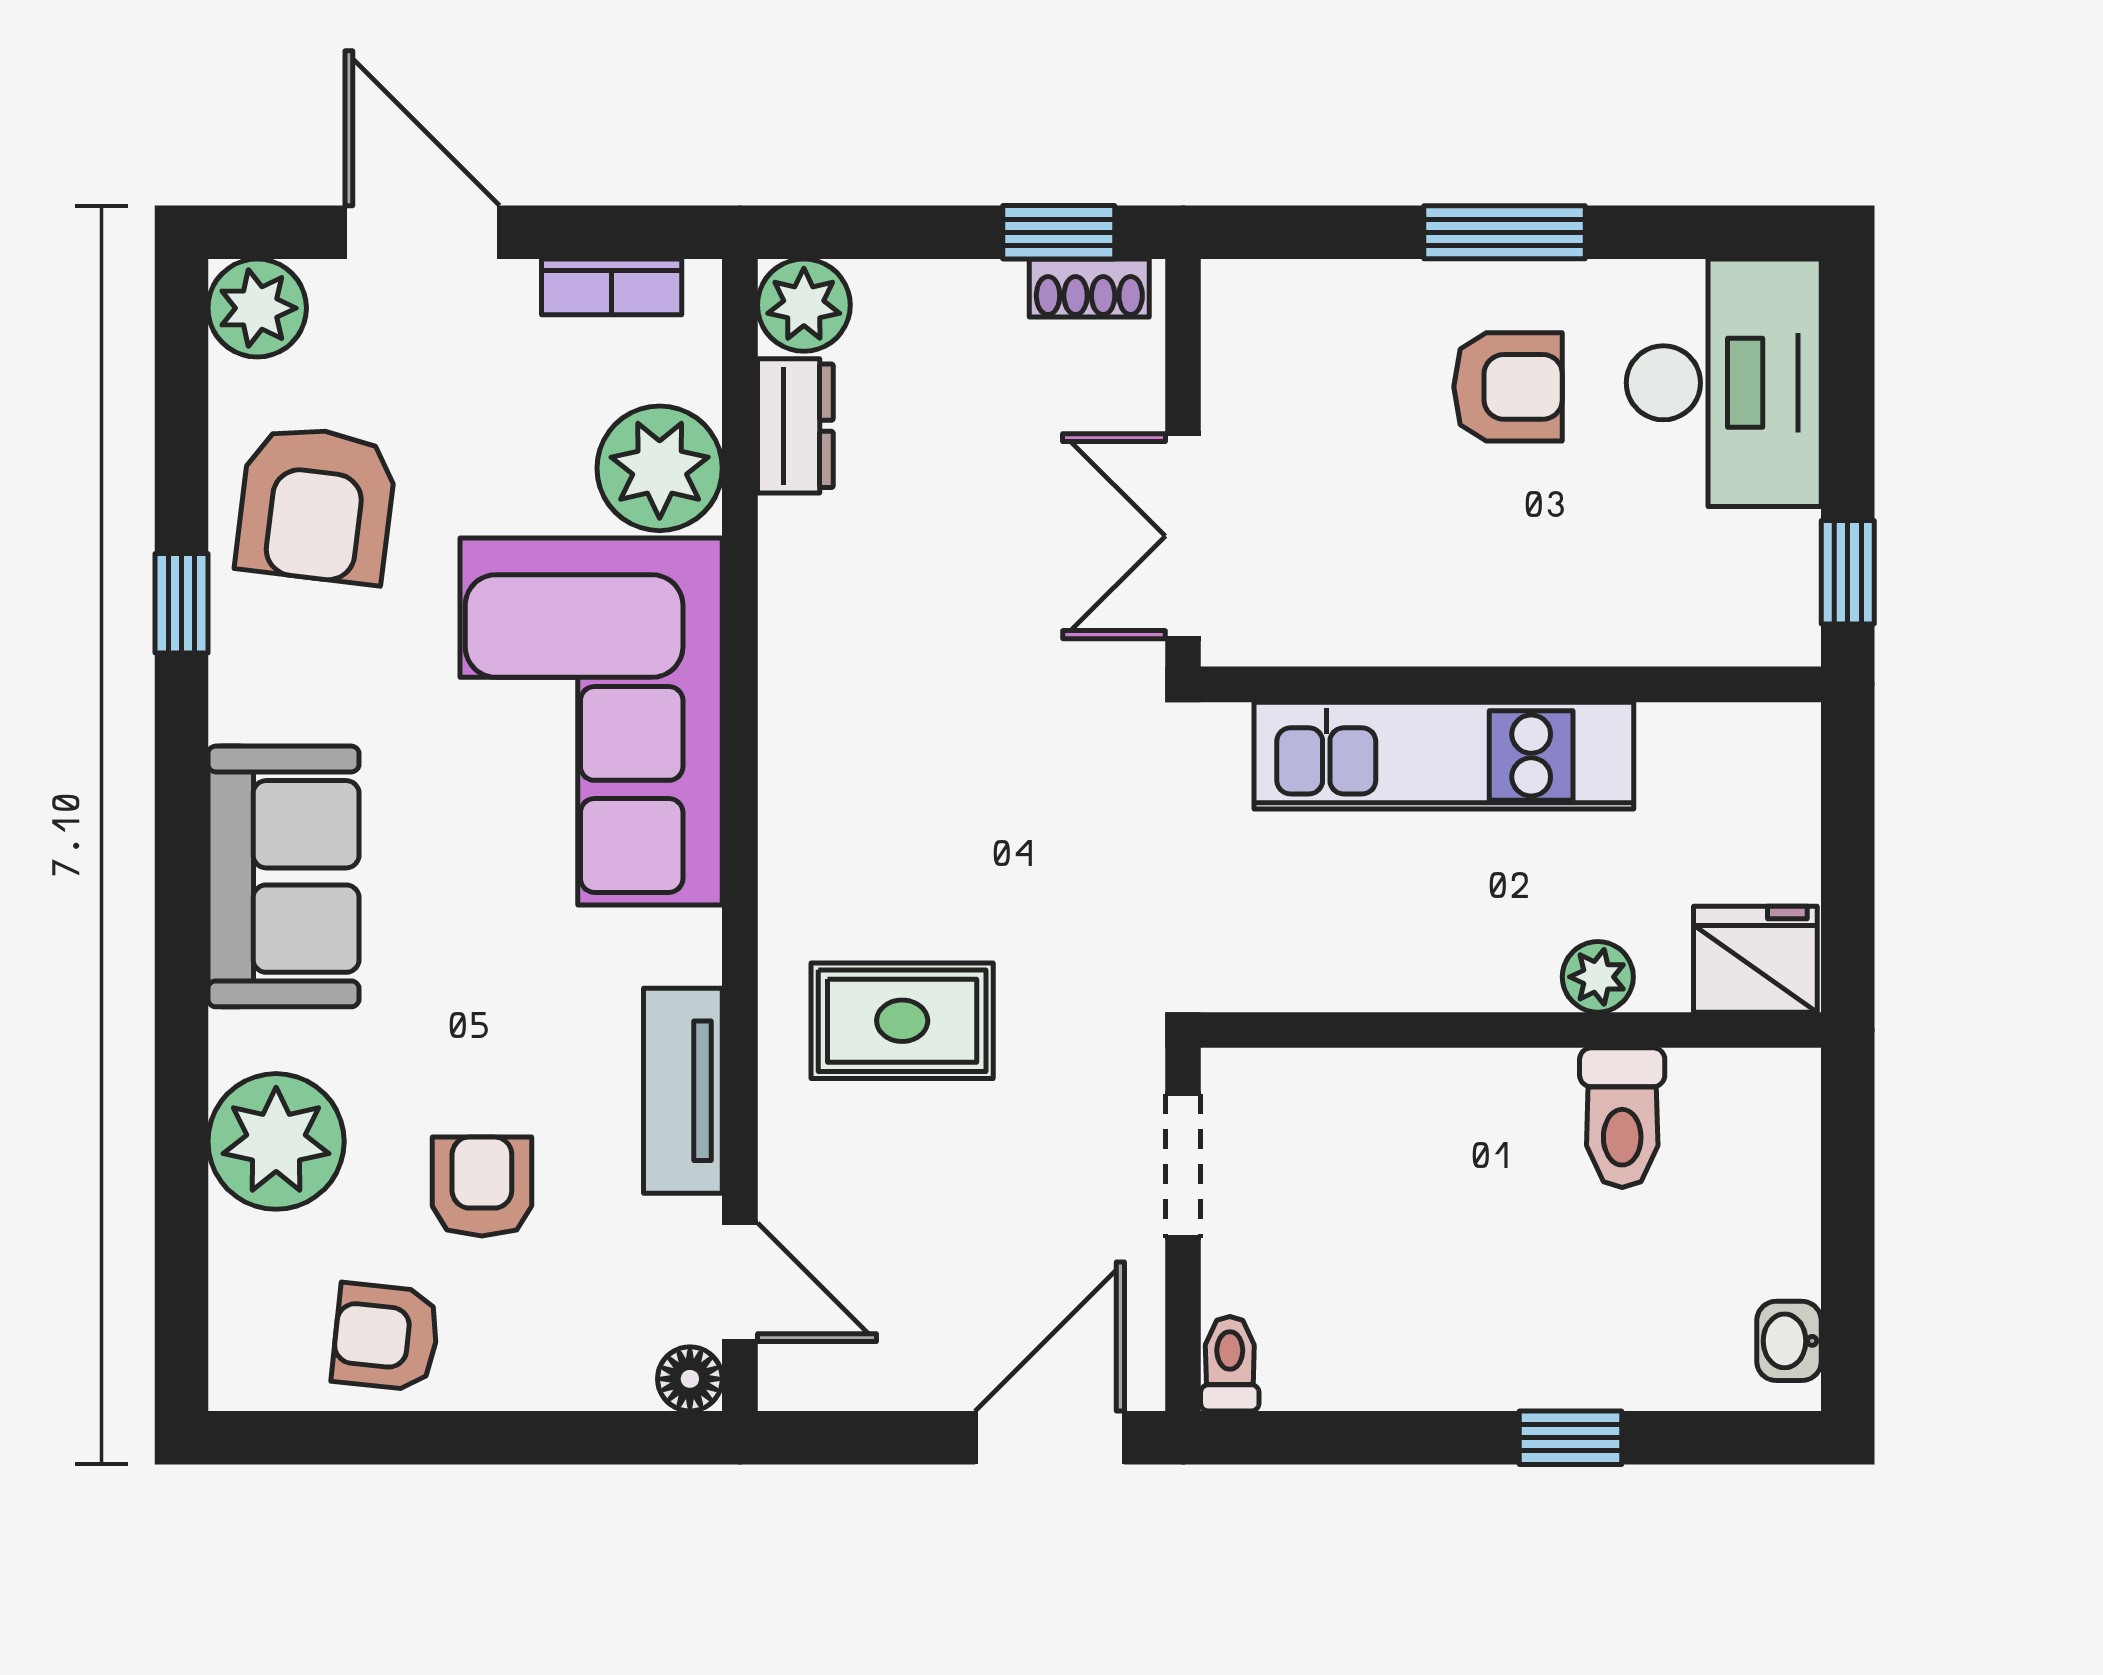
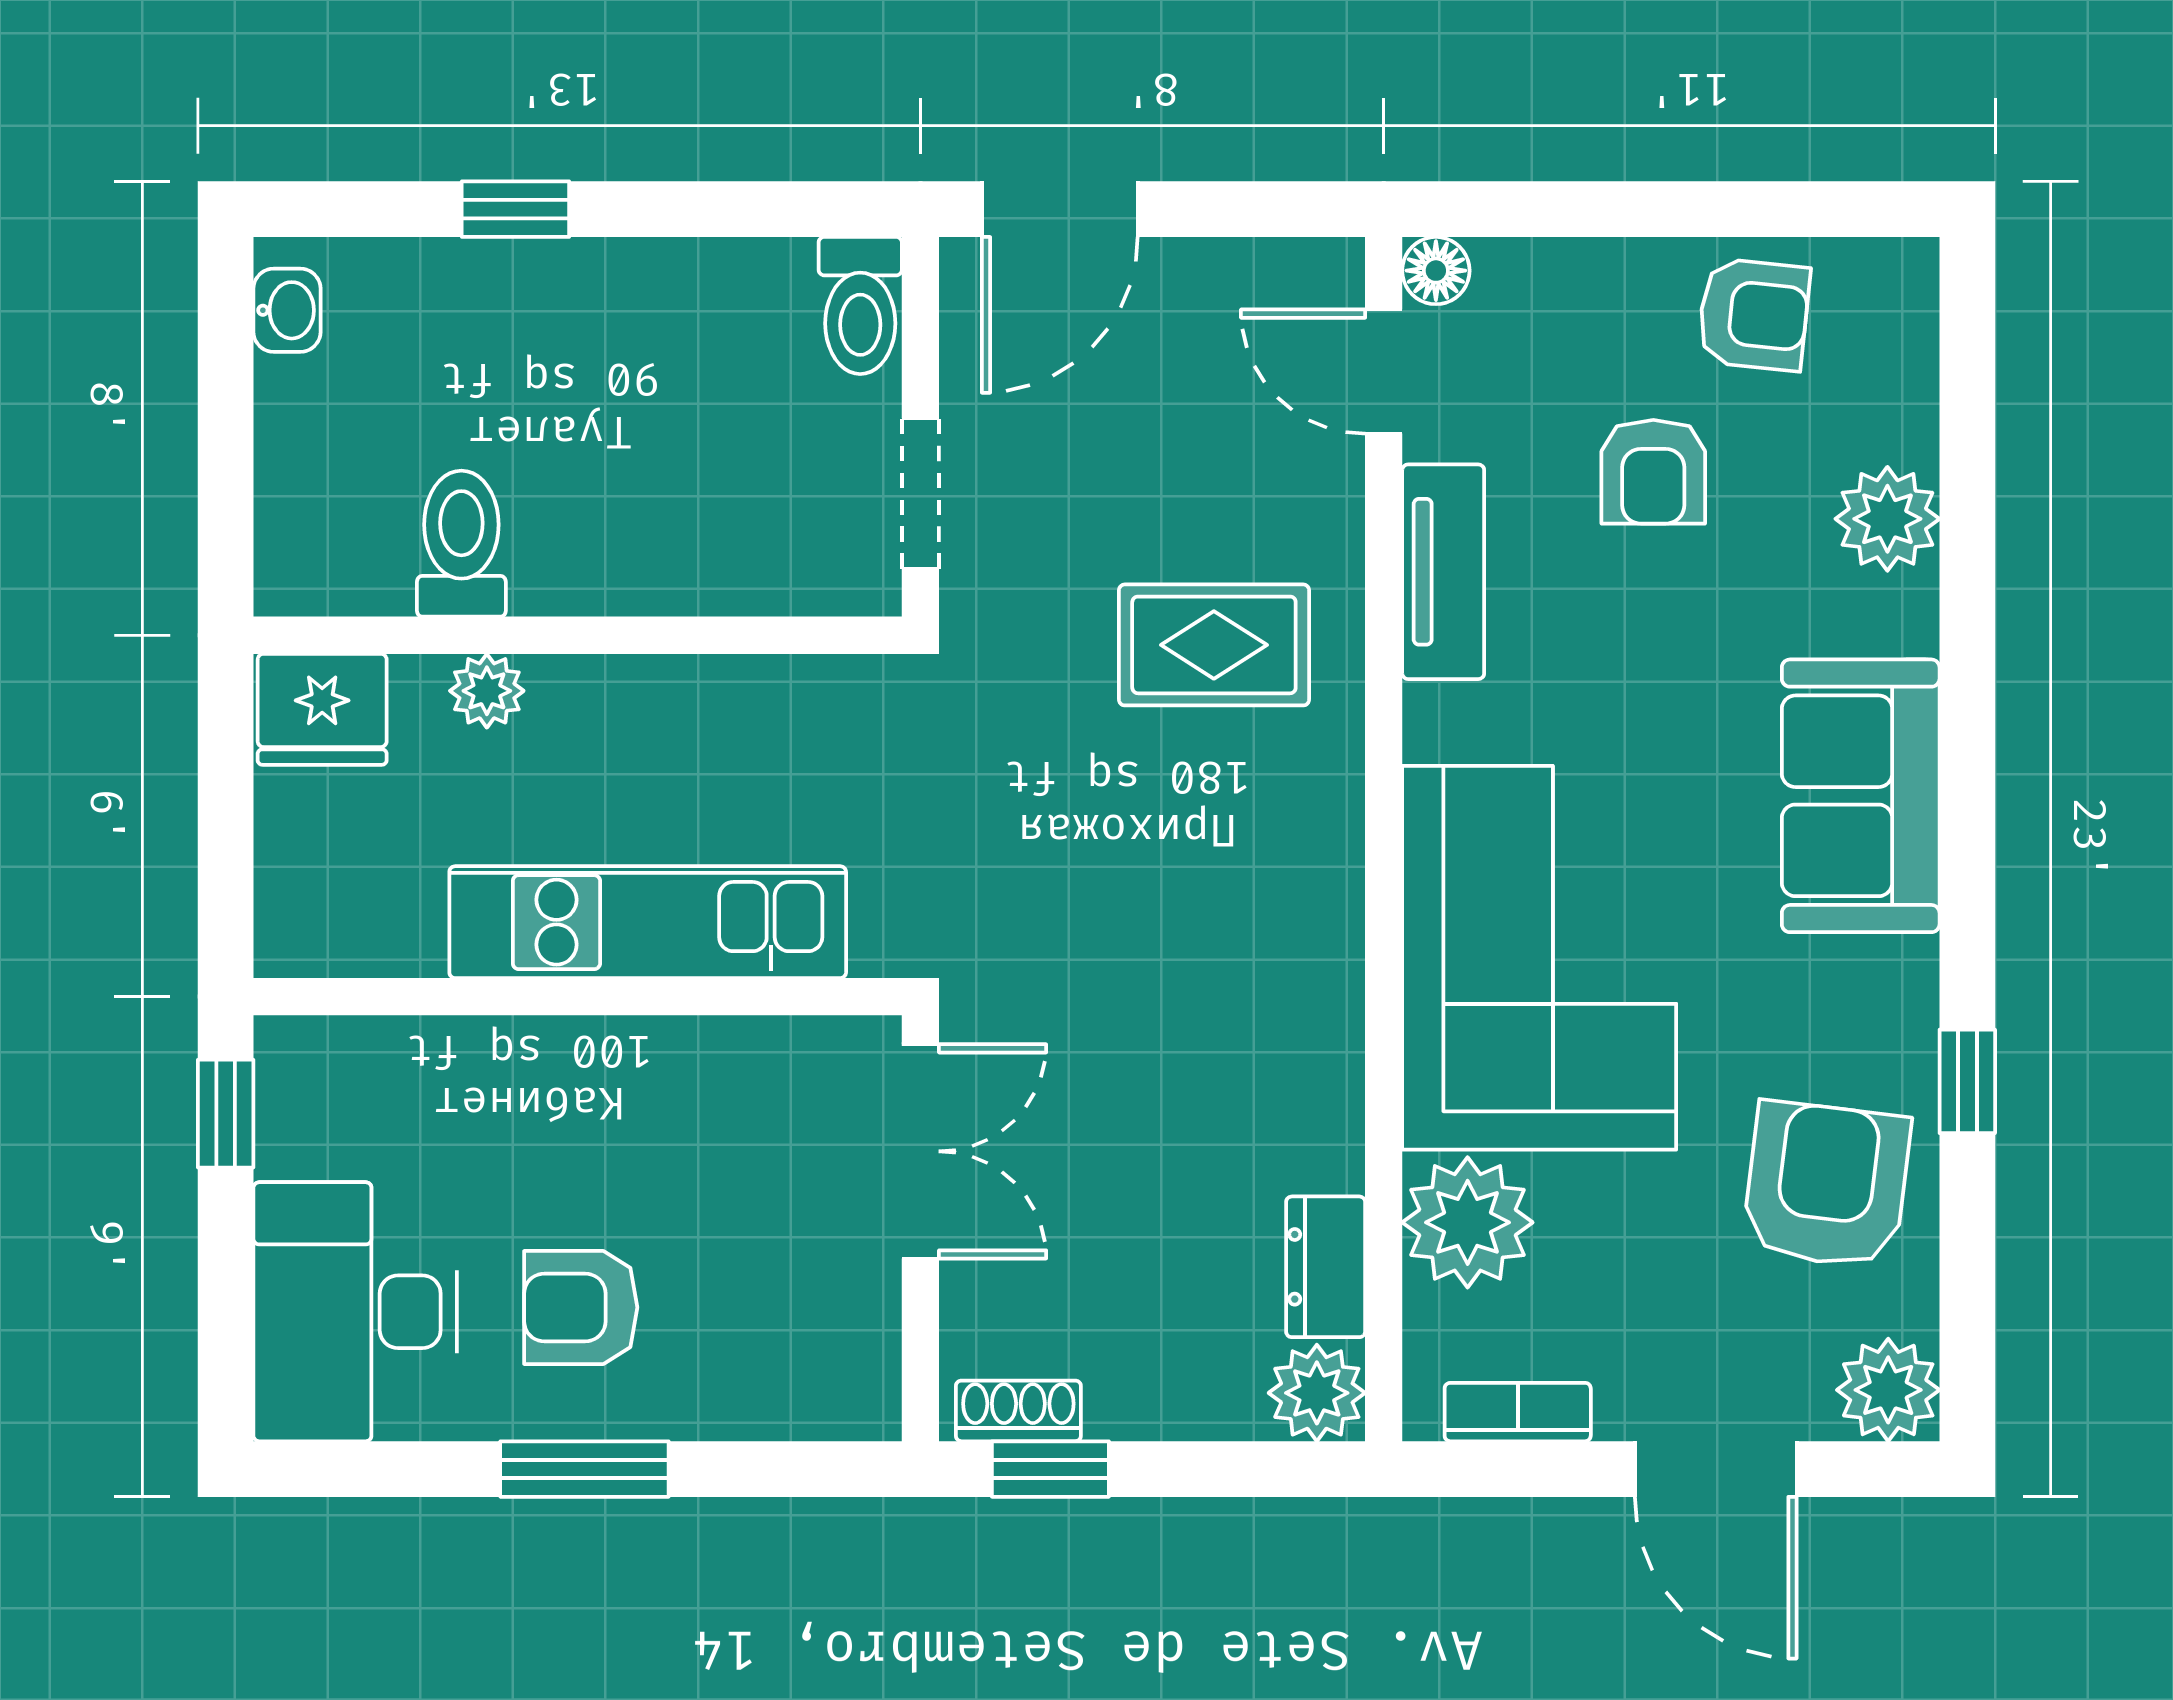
plant: (276, 1141) -> (1887, 519), width x0.73, depth x0.73
toilet: (1230, 1364) -> (860, 306), width x1.37, depth x1.39

